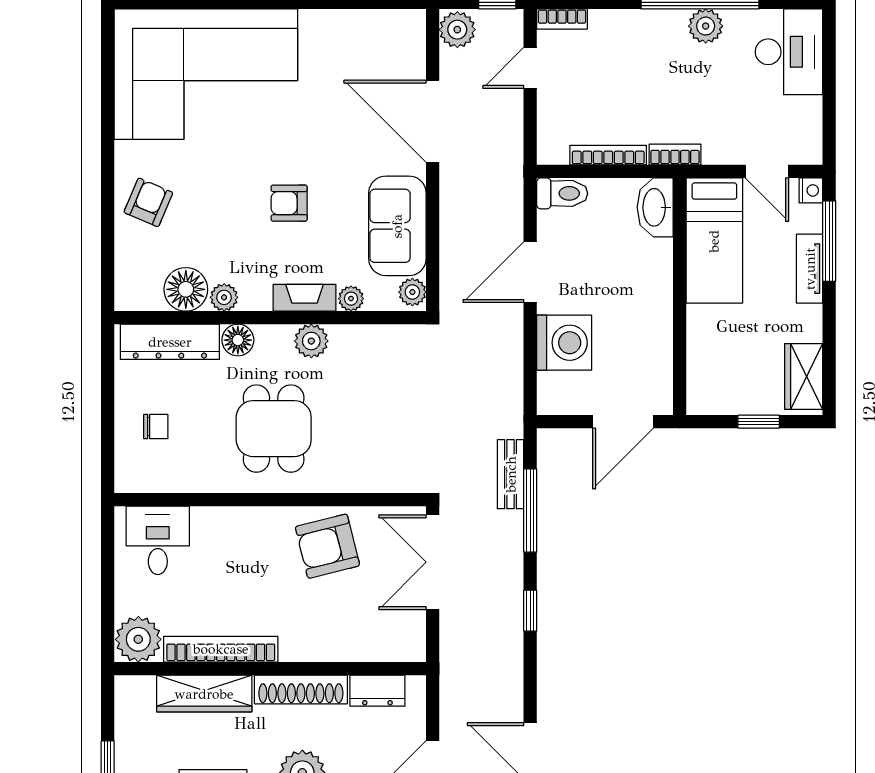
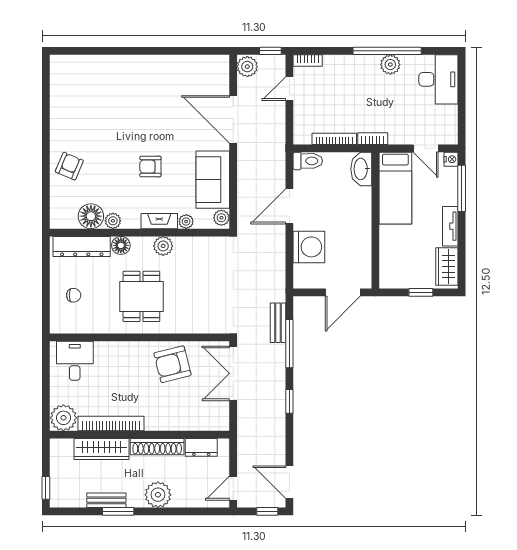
corner sofa: (206, 74) -> (102, 92), removed
tv unit: (810, 269) -> (450, 226), moved

